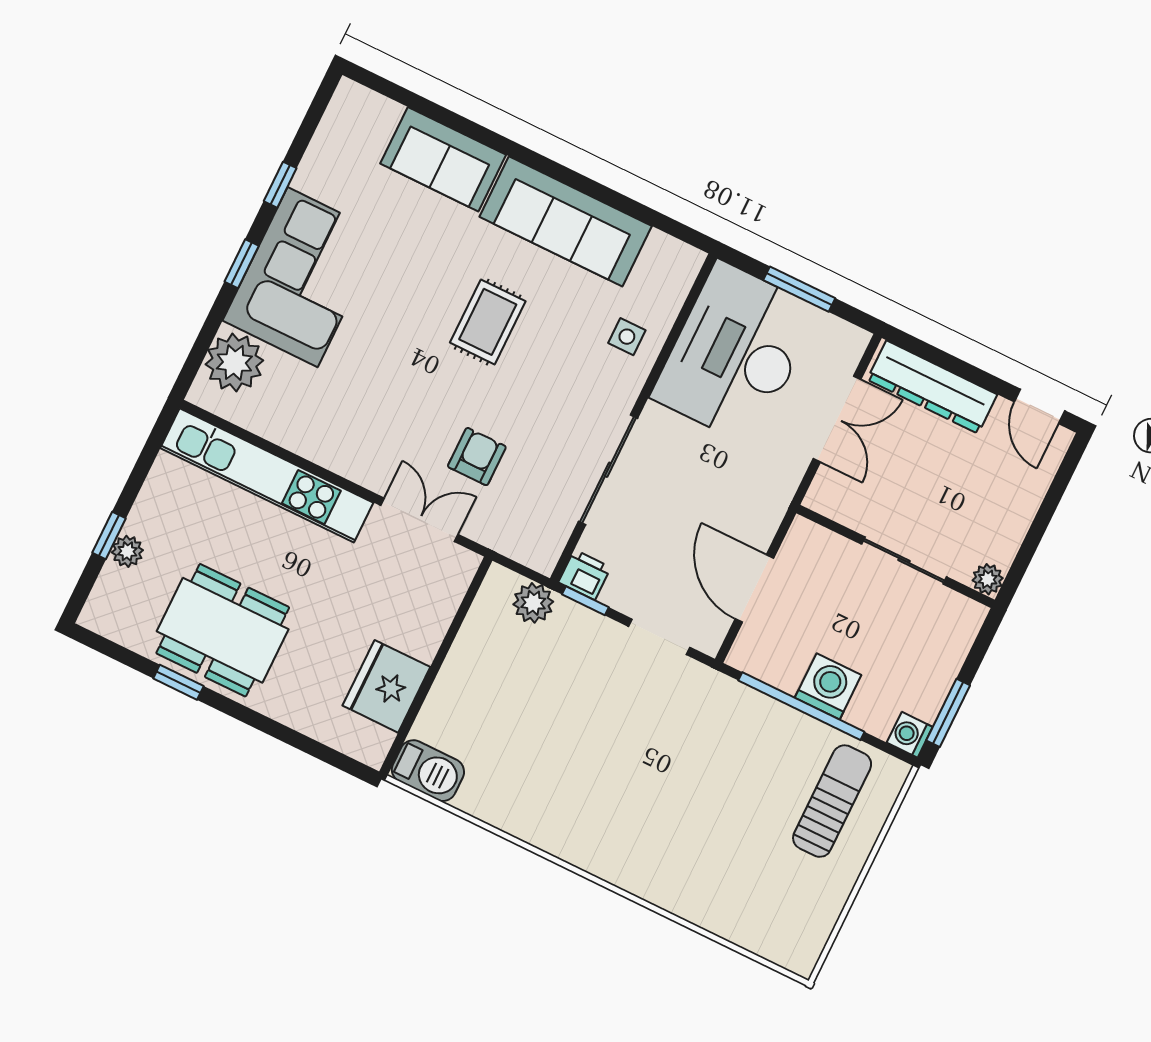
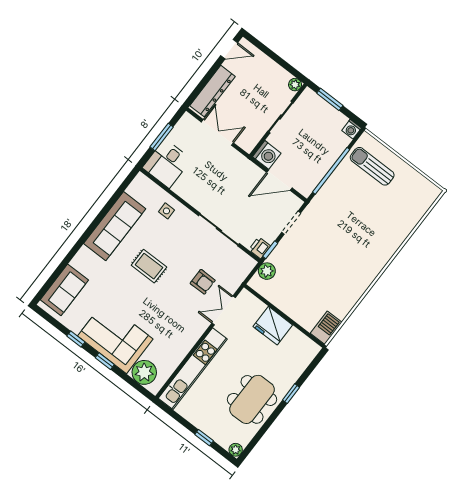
sofa: (443, 159) -> (64, 290), moved
desk: (735, 353) -> (167, 164), width x0.53, depth x0.77
armchair: (477, 457) -> (203, 282), turned 180
plant: (127, 551) -> (236, 450), moved
window: (178, 682) -> (291, 394), moved
fridge: (386, 686) -> (273, 326), moved
washing machine: (828, 686) -> (267, 155), moved, turned 180
window: (948, 713) -> (330, 99), moved

